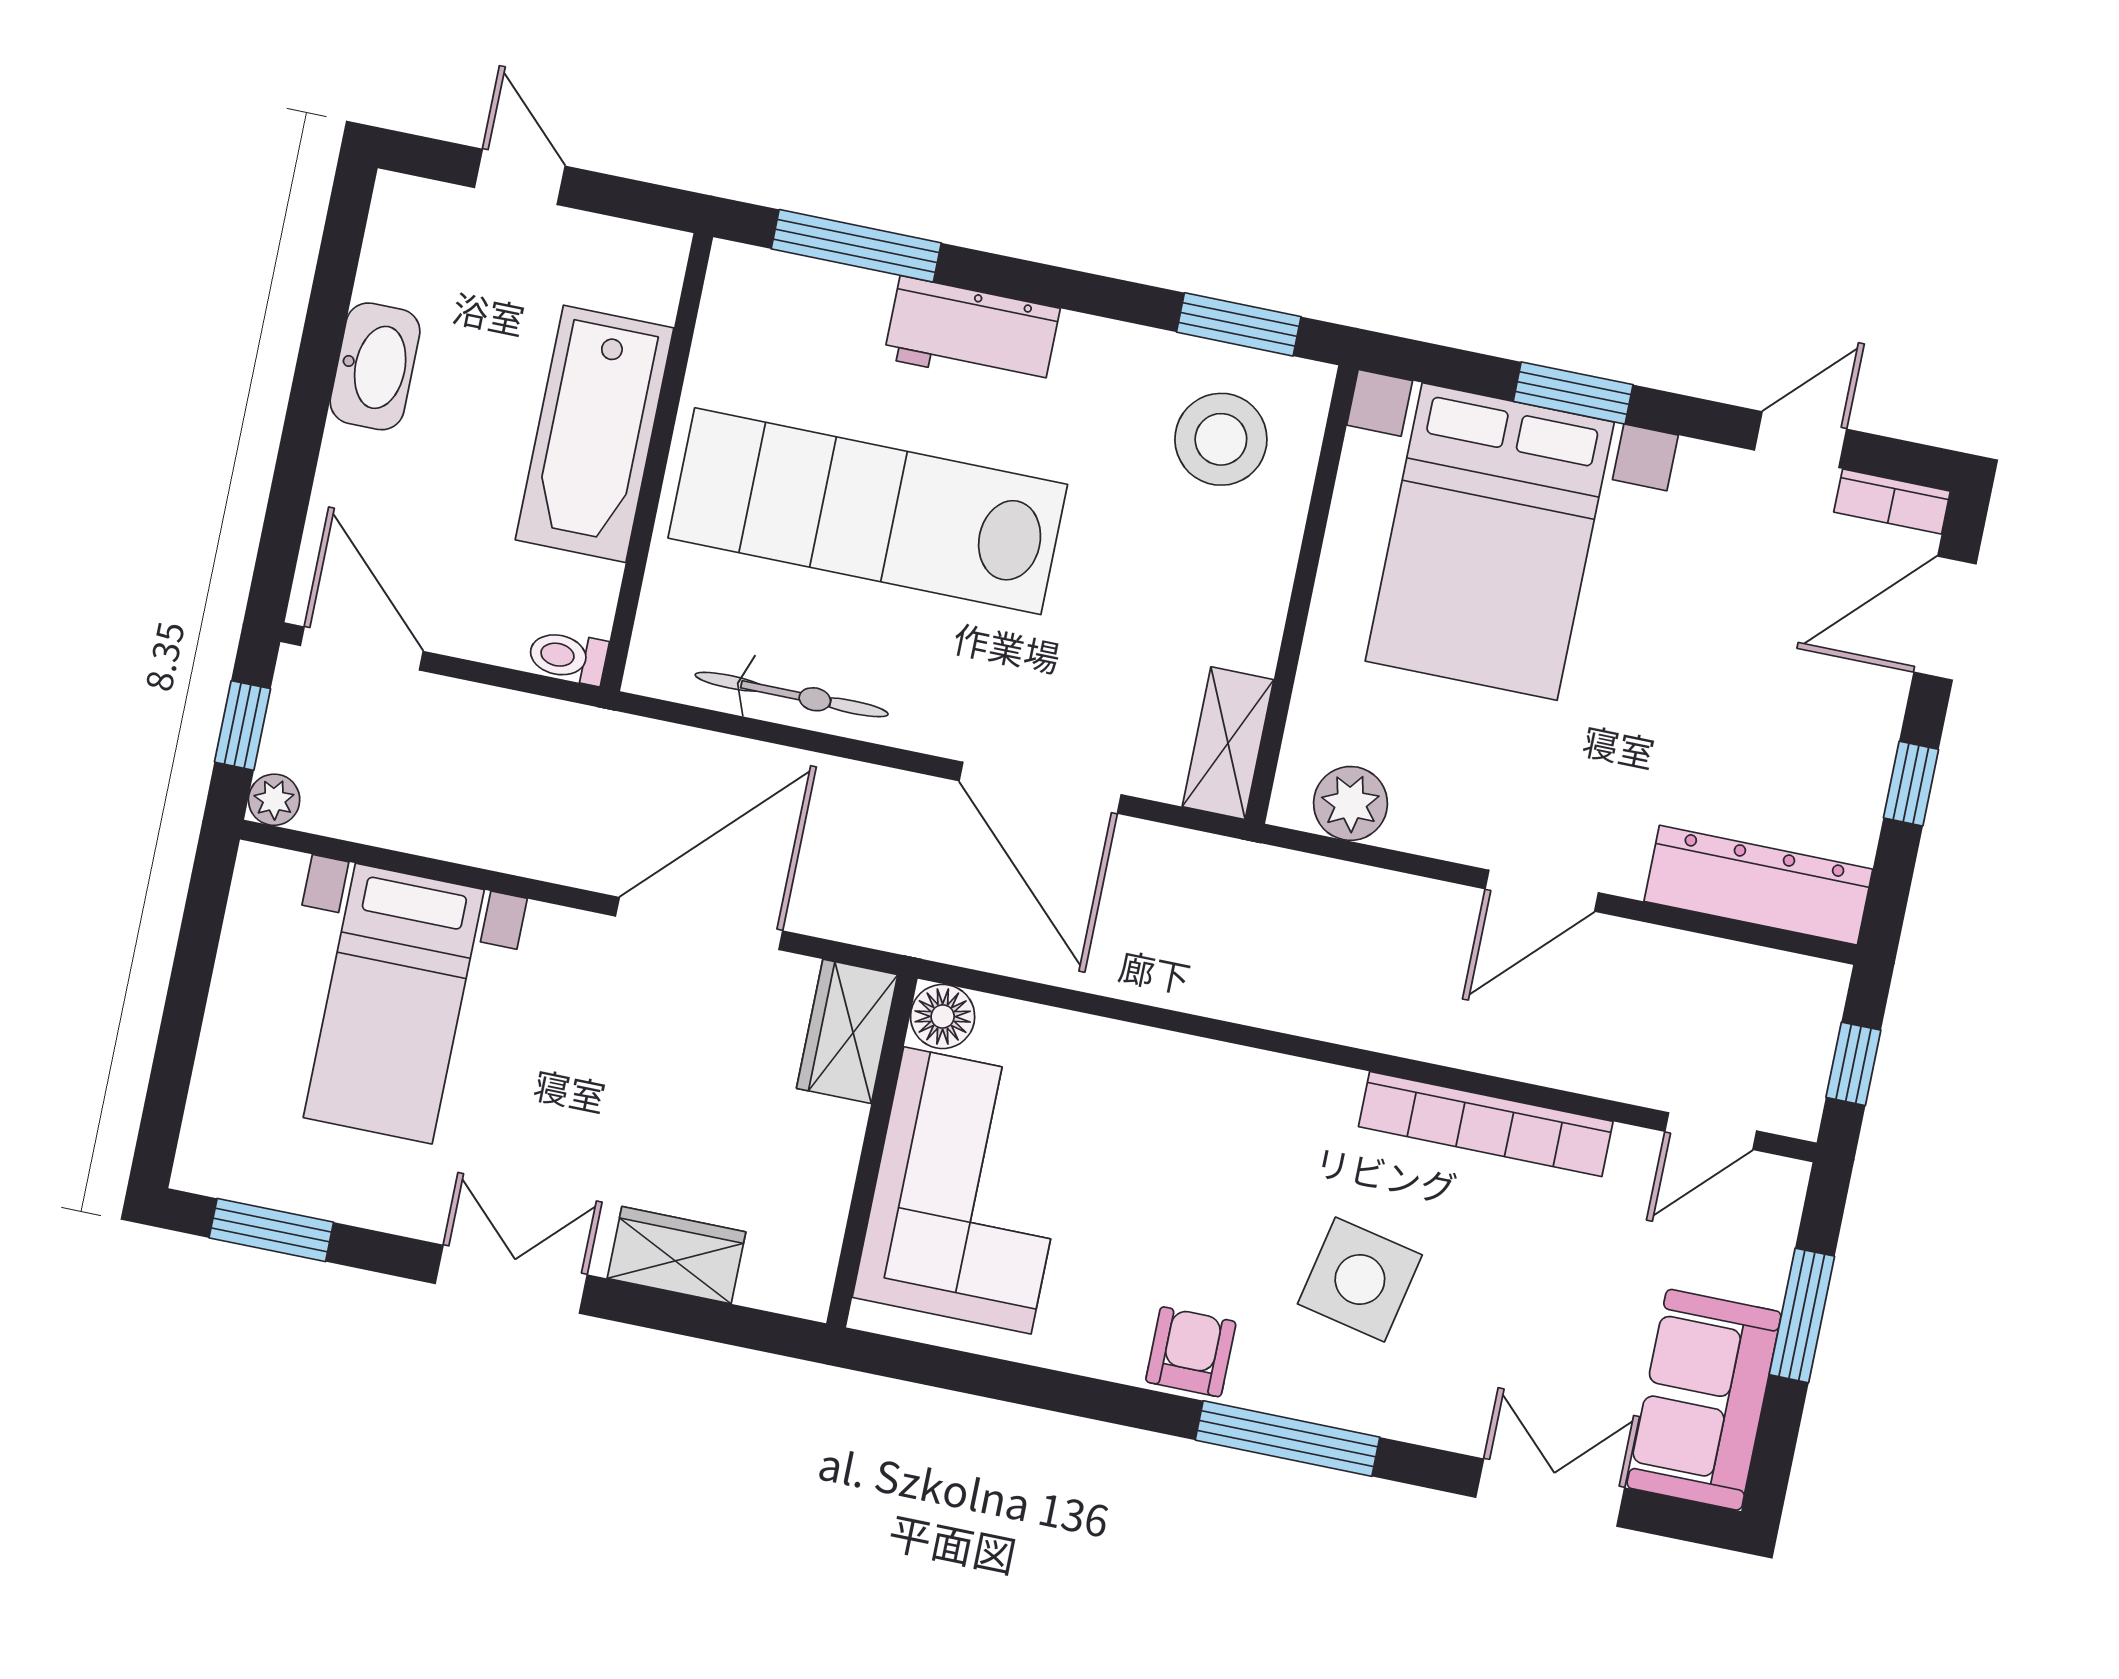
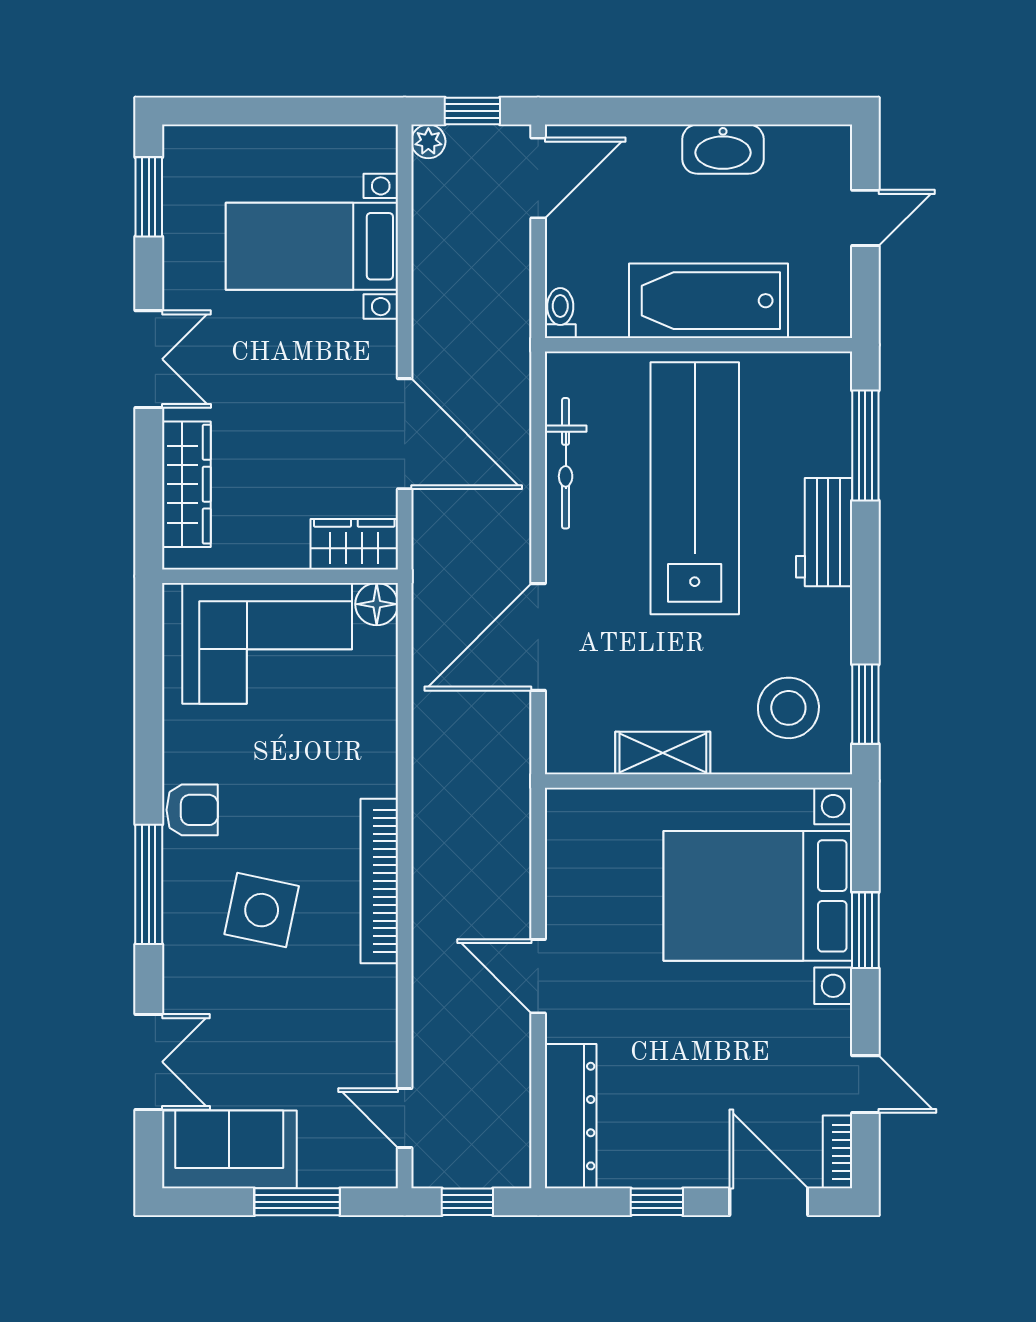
shelving: (1228, 743) -> (663, 753), moved
plant: (1351, 803) -> (569, 841), removed
bookcase: (1486, 1124) -> (379, 881), moved
wardrobe: (676, 1255) -> (186, 484), width x1.50

